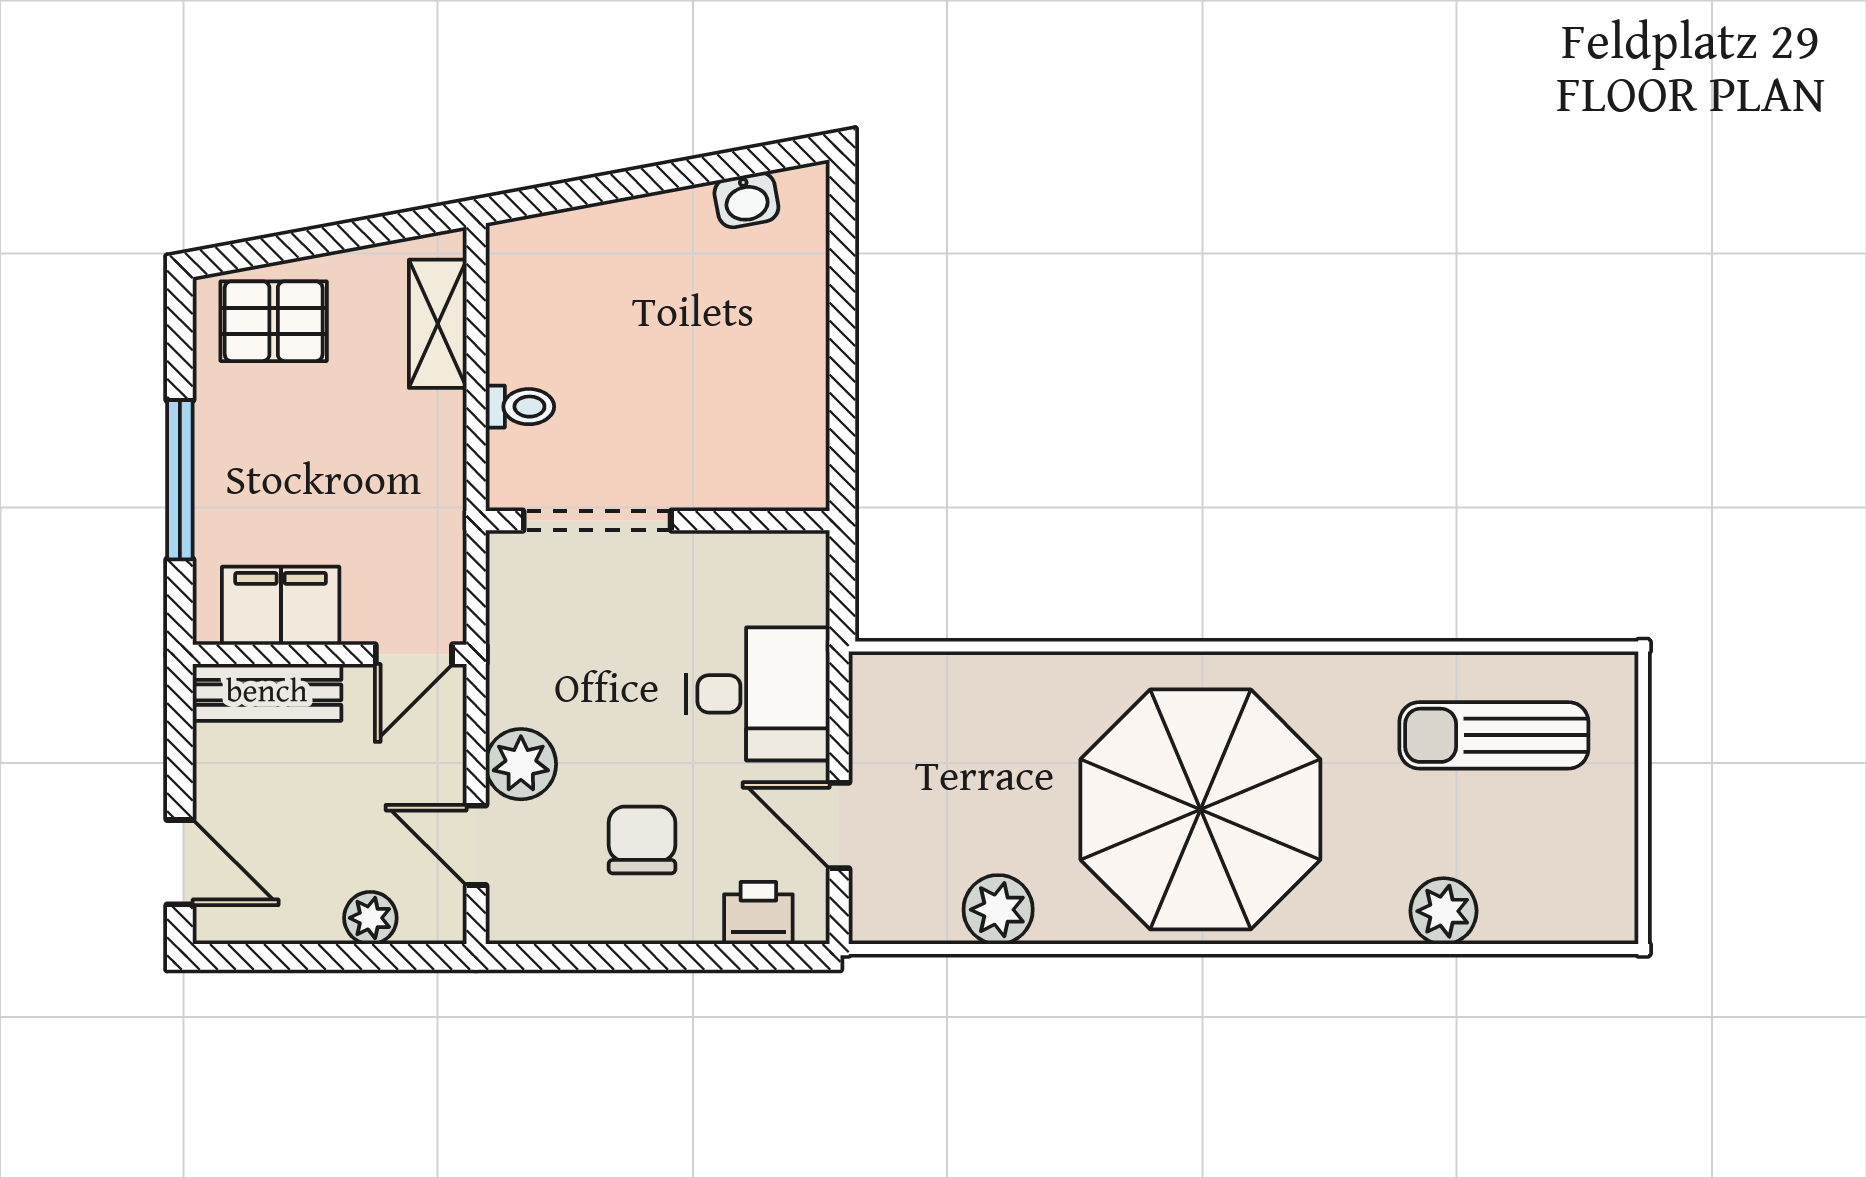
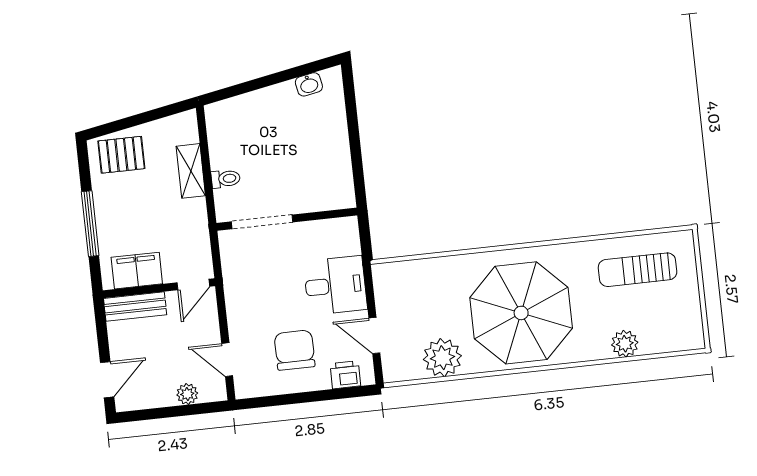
shelving: (438, 324) -> (191, 171), moved
plant: (521, 764) -> (242, 325), removed
chair: (642, 840) -> (295, 350), width x1.37, depth x1.37
door: (180, 862) -> (107, 380), hinge flipped
plant: (998, 910) -> (442, 358), width x1.36, depth x1.36

